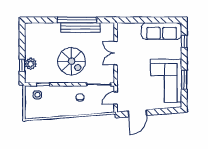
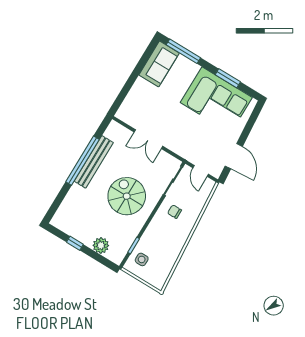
sofa: (162, 31) -> (159, 64), width x0.73
window: (184, 41) -> (183, 51), width x2.17
spiral stairs: (71, 61) -> (127, 196), turned -90
window: (22, 65) -> (75, 243), moved

